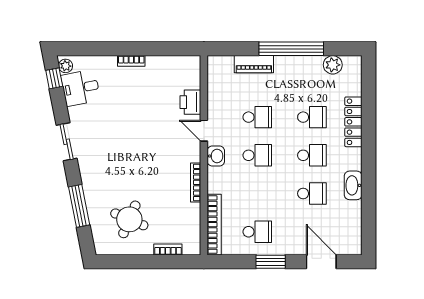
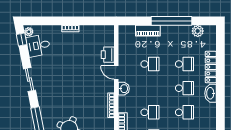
school desk: (257, 155) -> (150, 112), moved
washbasin: (353, 185) -> (211, 93), moved

